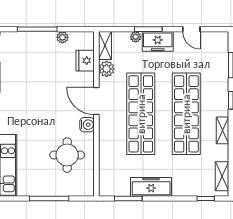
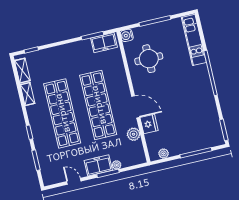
plant: (62, 37) -> (164, 153), moved
shelving: (105, 46) -> (139, 152), removed
fridge: (85, 61) -> (149, 124), moved
water cooler: (87, 125) -> (127, 35), moved
shelving: (222, 130) -> (28, 94), moved
freezer: (151, 187) -> (104, 43), moved, width x0.71

